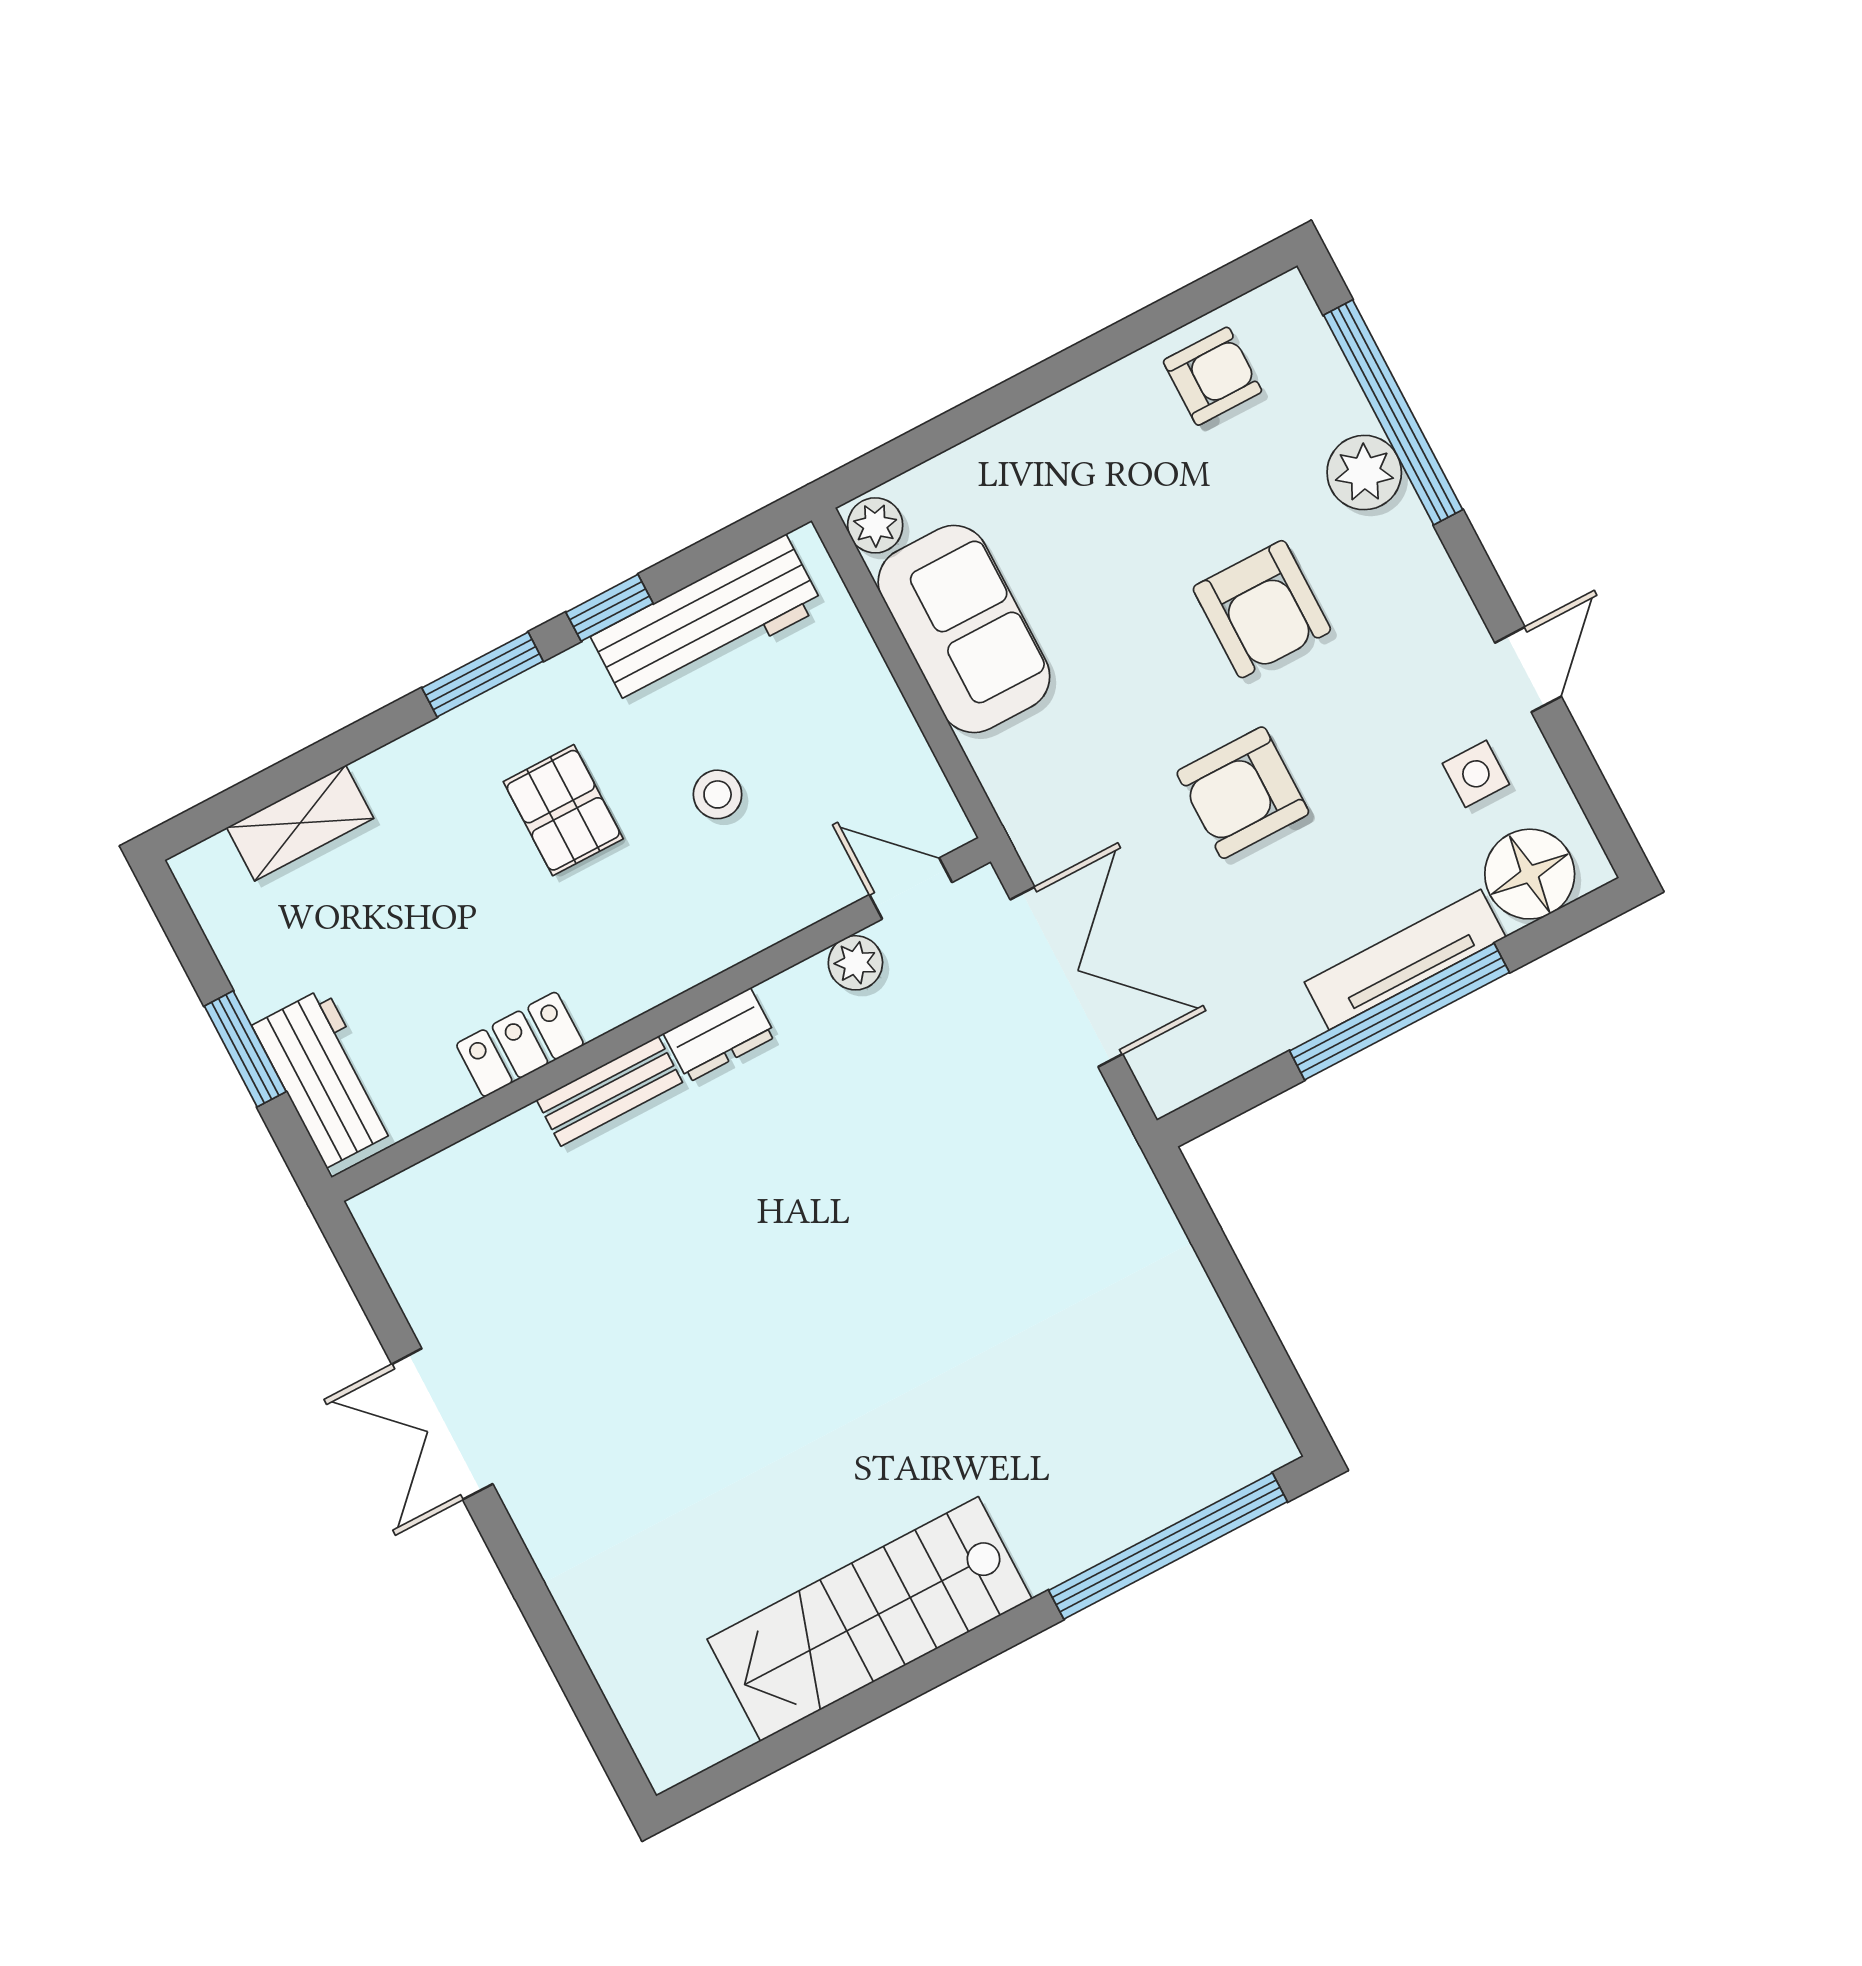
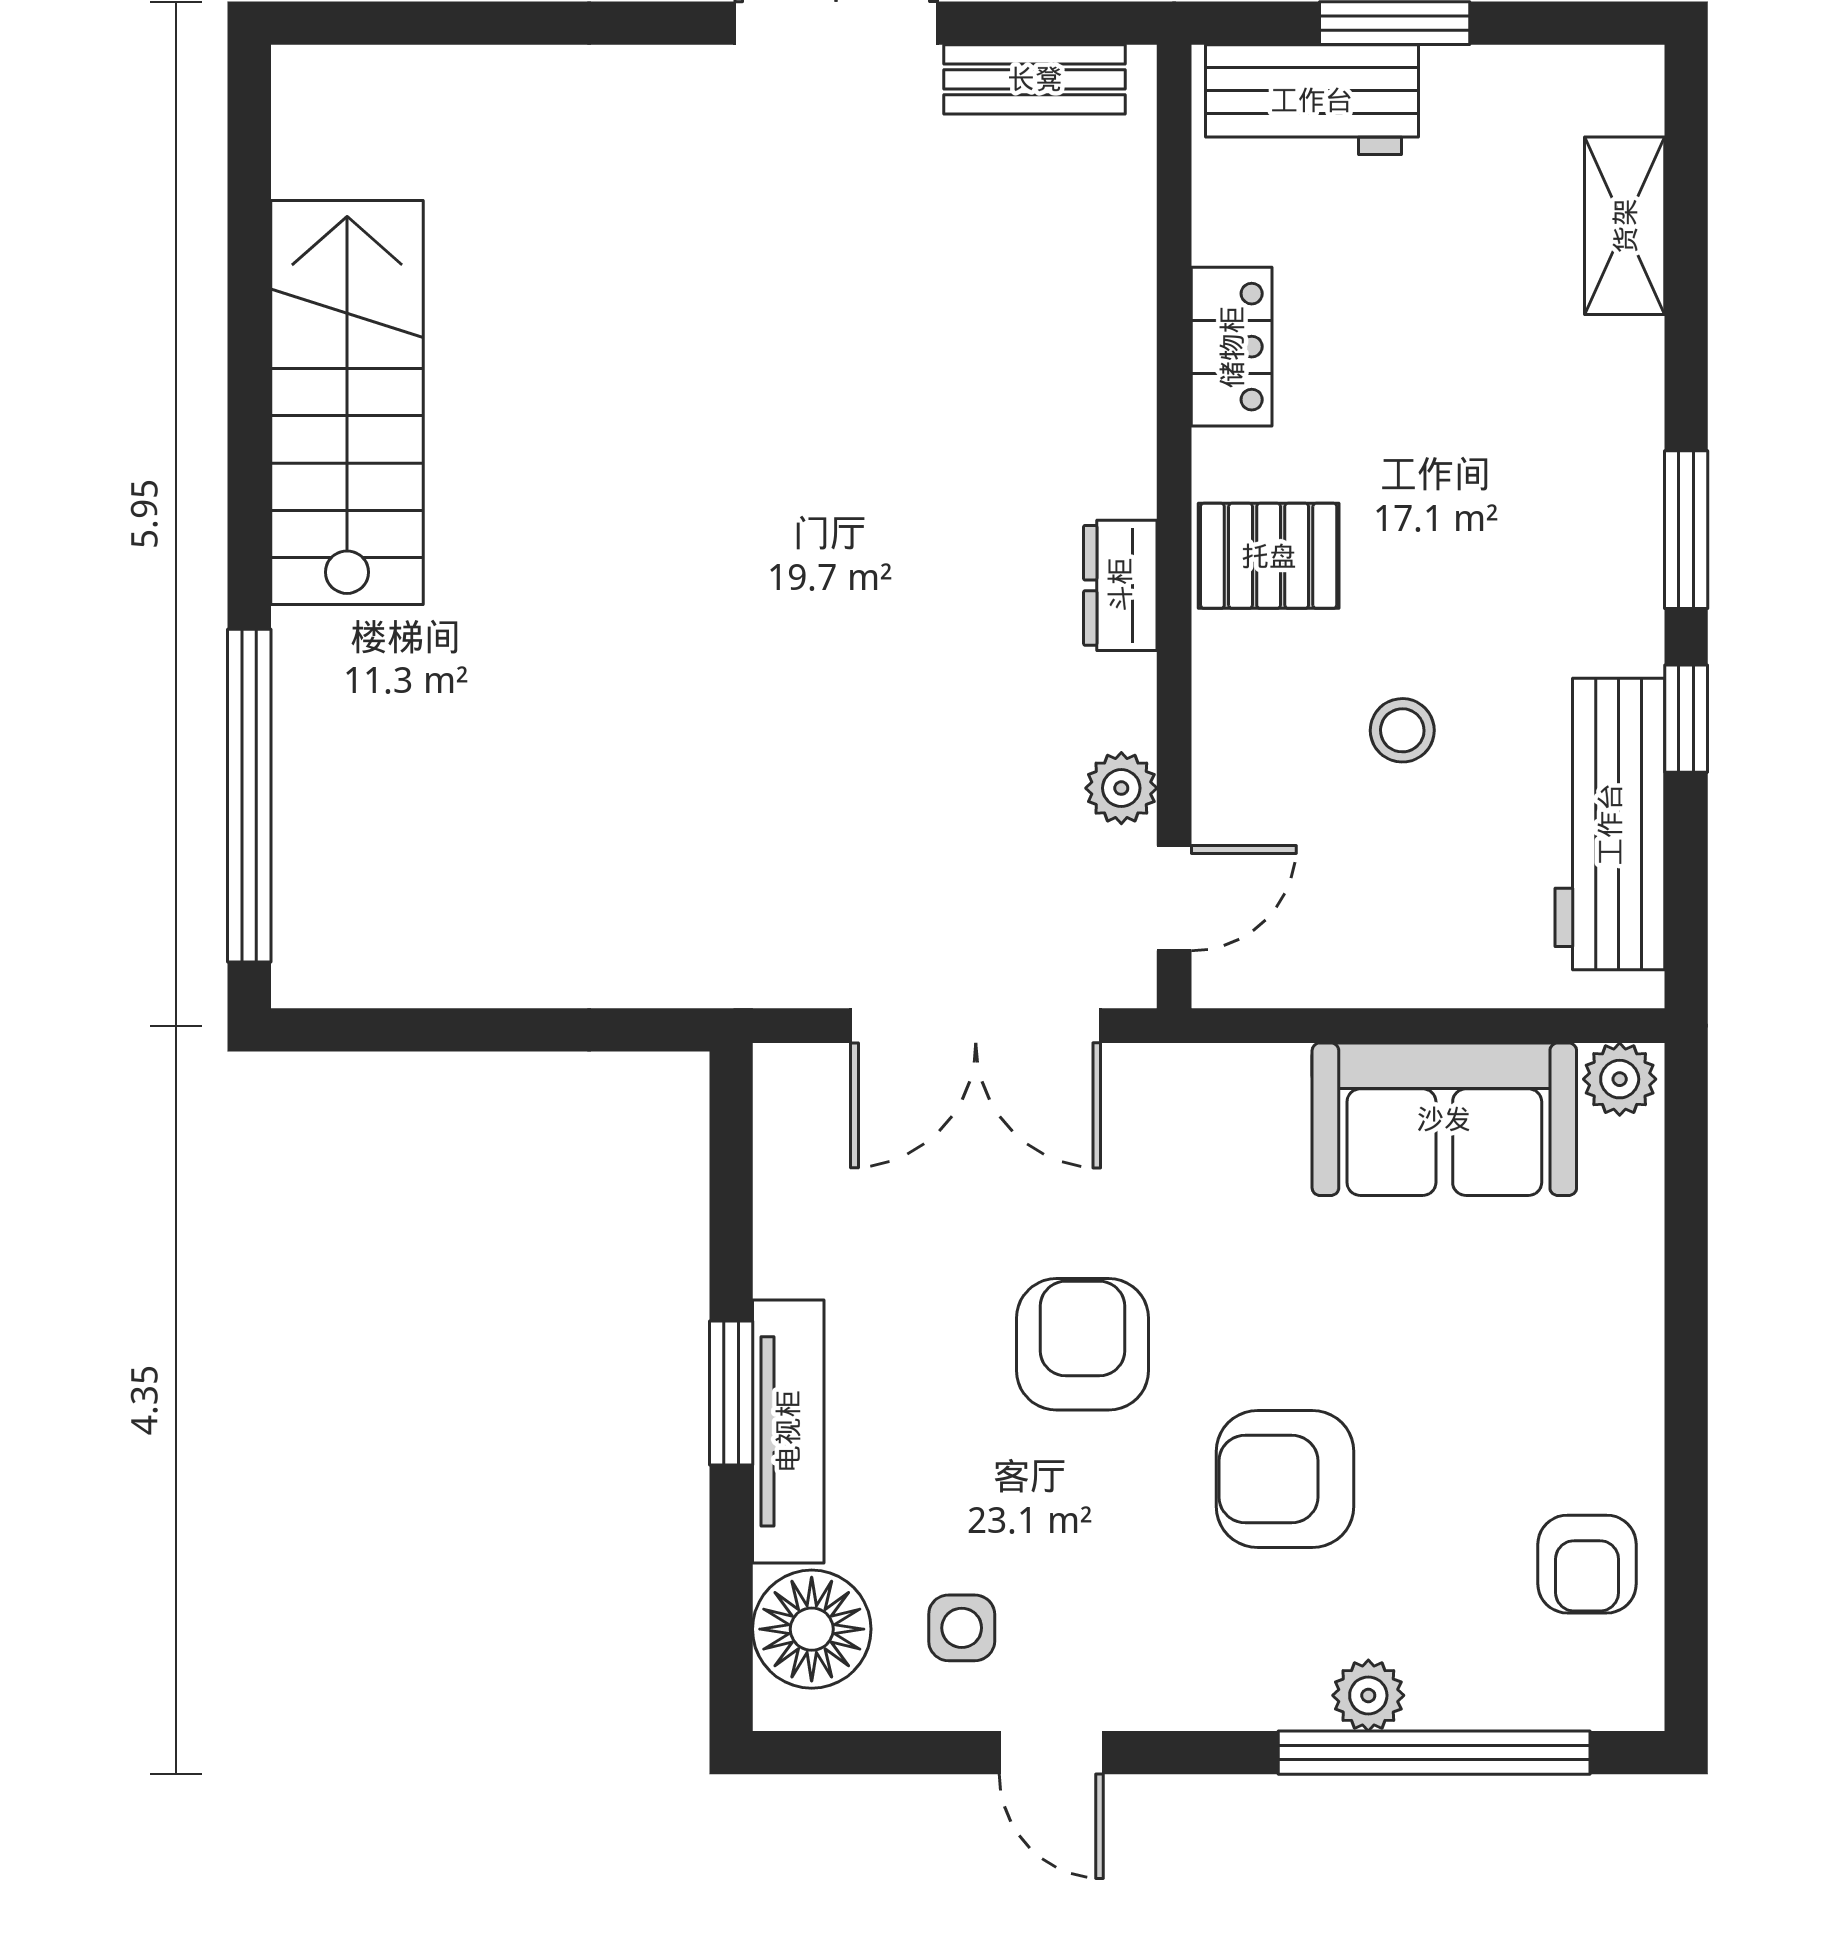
plant: (1364, 473) -> (1368, 1695), width x0.73, depth x0.73
pallet: (563, 810) -> (1269, 556), moved
window: (1399, 1012) -> (731, 1393), width x0.47
bench: (609, 1091) -> (1035, 79), moved, turned 90

